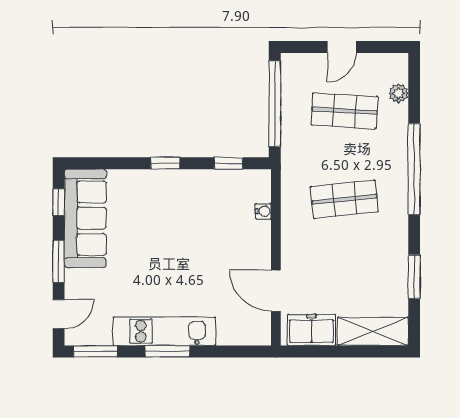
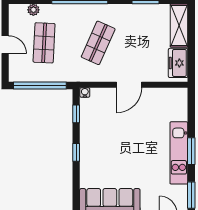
shop shelf: (344, 199) -> (98, 43), turned 30
water cooler: (263, 211) -> (85, 92), moved
door: (276, 291) -> (129, 85), moved

